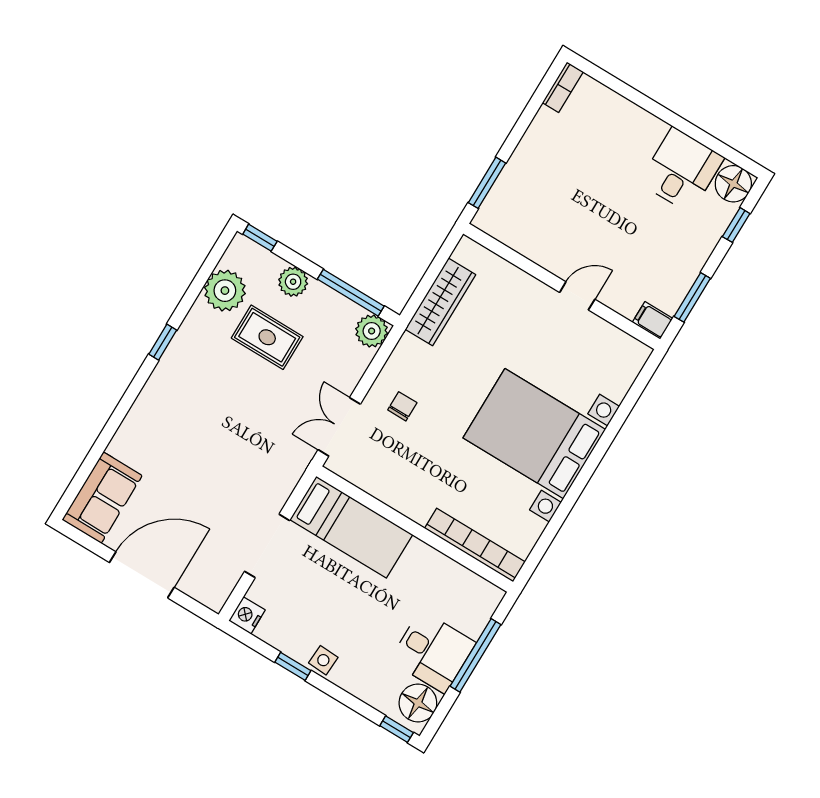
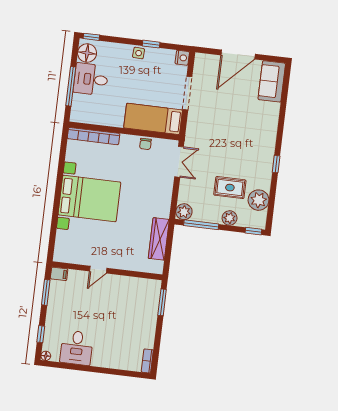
floor lamp: (733, 184) -> (46, 356), width x0.53, depth x0.53
chair: (402, 406) -> (145, 144), moved

